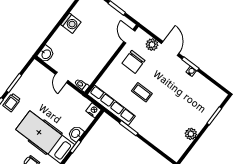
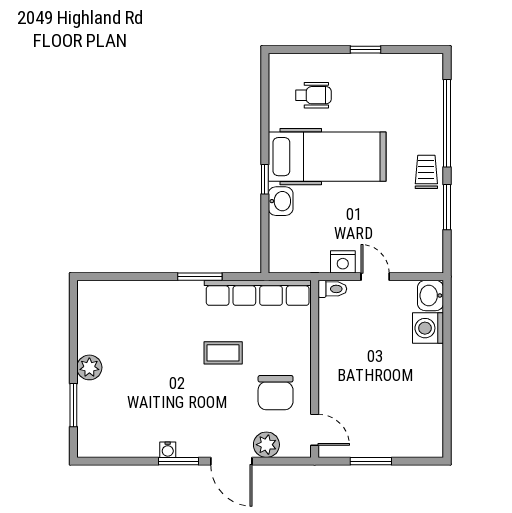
washing machine: (71, 23) -> (428, 328), moved
chair: (133, 62) -> (276, 393), turned 180
nightstand: (93, 110) -> (343, 262), moved
plant: (191, 134) -> (89, 367), moved

